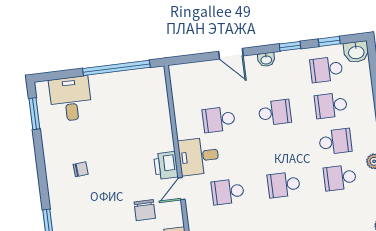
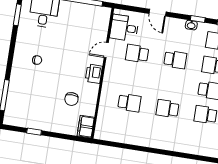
washbasin: (266, 60) -> (191, 25), moved
desk: (199, 156) -> (124, 28), moved
door: (181, 189) -> (106, 50), moved
school desk: (228, 192) -> (129, 103), turned 180

